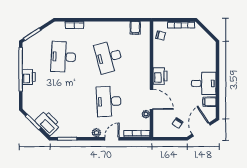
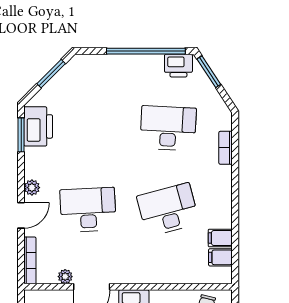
filing cabinet: (124, 28) -> (220, 238), added
printer: (29, 77) -> (178, 66), moved
printer: (48, 123) -> (38, 126), moved, turned -45
door: (112, 139) -> (21, 215), hinge flipped

